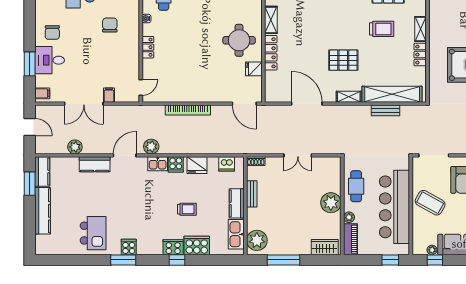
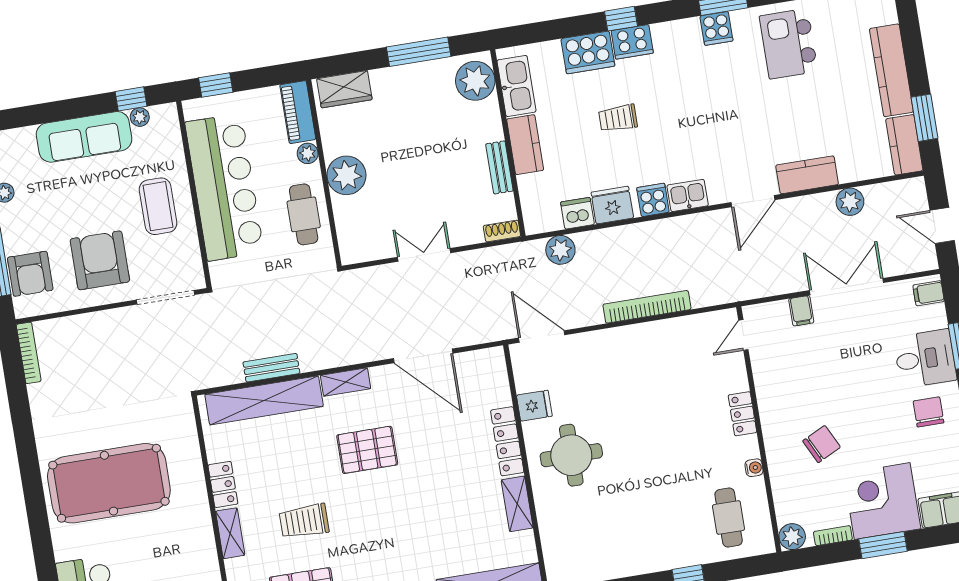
chair: (110, 25) -> (822, 444), turned -116
plant: (151, 147) -> (560, 250), moved
dishwasher: (227, 164) -> (577, 213), moved
coffee table: (430, 203) -> (158, 206), turned 61

